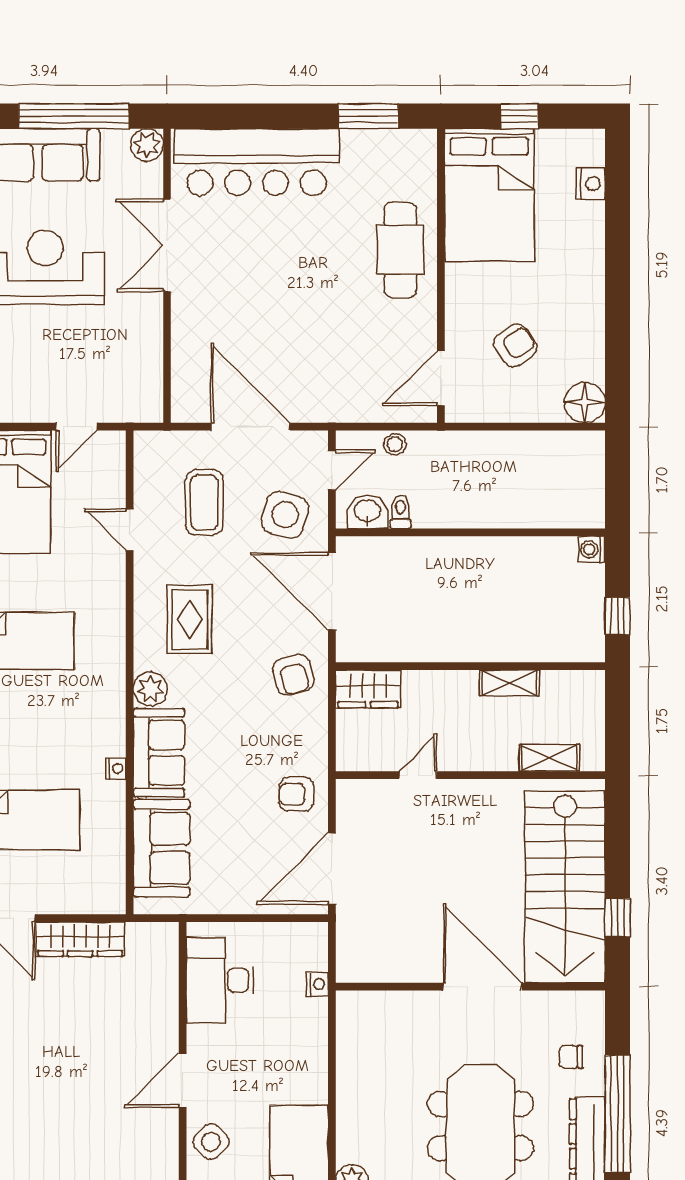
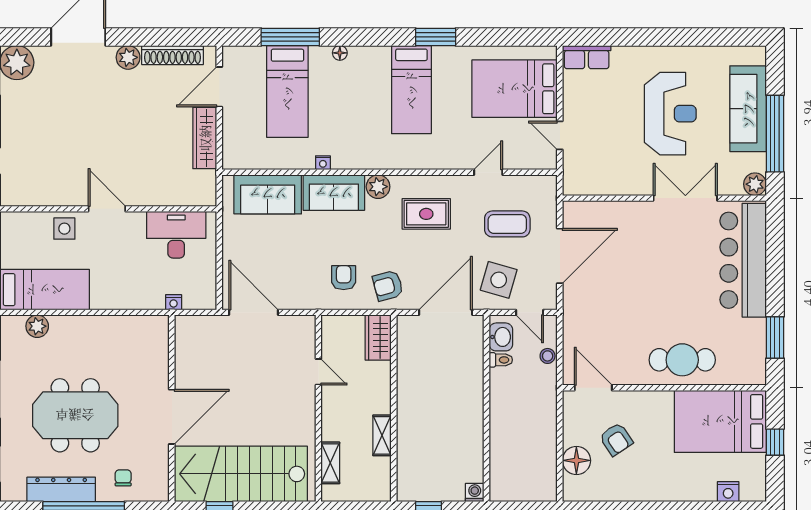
floor lamp: (585, 403) -> (576, 460), moved
armchair: (296, 794) -> (344, 278), moved
side table: (211, 1142) -> (64, 229), turned 45

